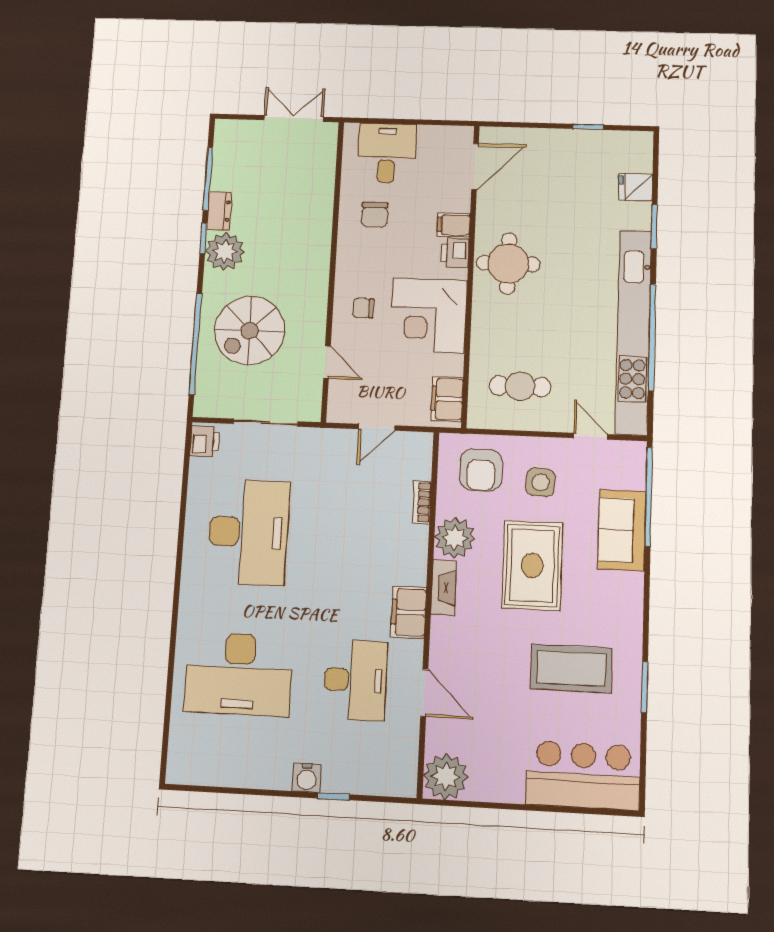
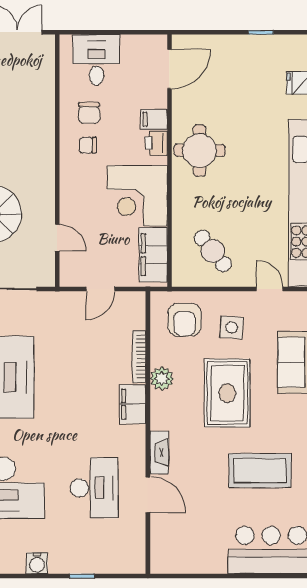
chair: (363, 308) -> (88, 145), moved
cafe table: (520, 386) -> (213, 251), turned 51
filing cabinet: (447, 399) -> (153, 255), width x1.50, depth x1.17
bookcase: (422, 502) -> (139, 357), width x1.56
plant: (455, 538) -> (162, 379), width x0.73, depth x0.73
fireplace: (444, 588) -> (159, 452), moved
filing cabinet: (408, 612) -> (133, 404), moved
plant: (446, 777) -> (167, 557), removed
water cooler: (307, 778) -> (37, 563), moved

